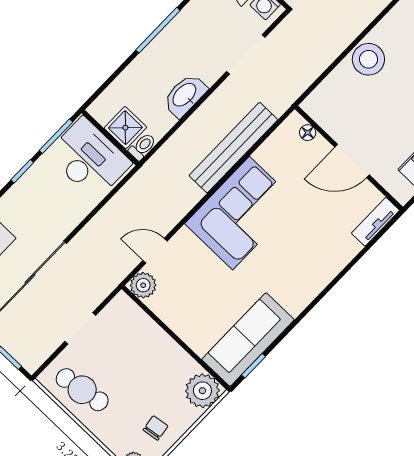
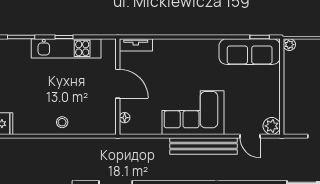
stool: (368, 59) -> (62, 122), width x0.53, depth x0.53
bench: (233, 148) -> (204, 146), moved
plant: (202, 391) -> (289, 45), width x0.53, depth x0.53

